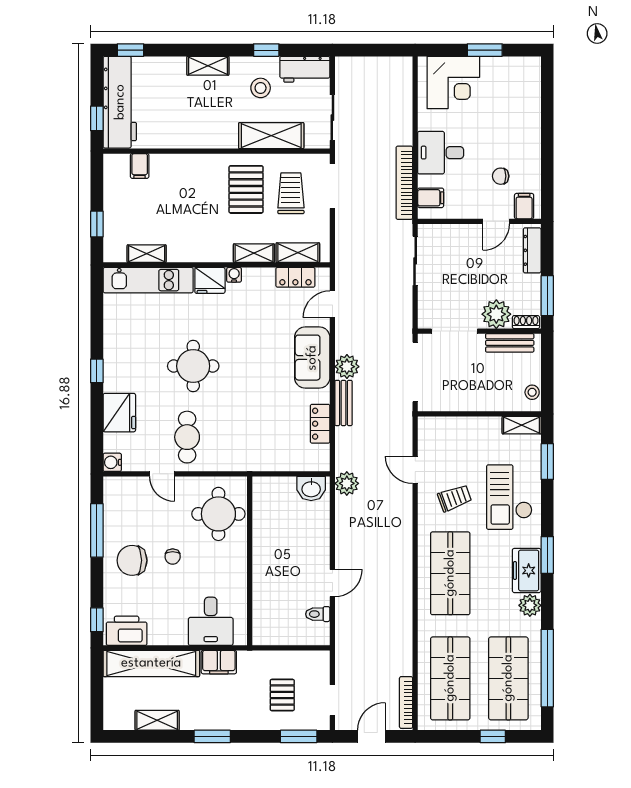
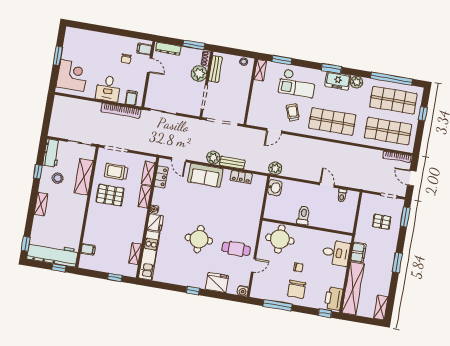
toilet: (269, 550) -> (303, 215), added
shelving: (157, 720) -> (381, 307), moved

